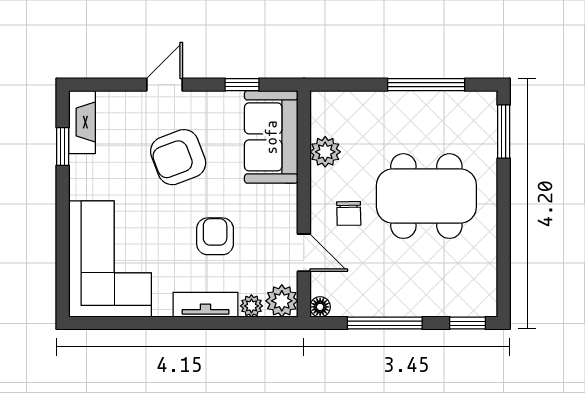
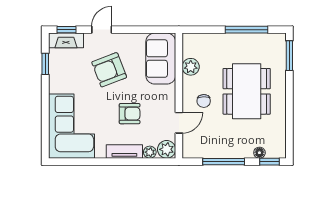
window: (242, 85) -> (67, 30), moved
fireplace: (82, 122) -> (66, 40), moved, turned 90
dining table: (426, 196) -> (247, 91), turned 90
armchair: (215, 236) -> (130, 114), turned 90
door: (304, 253) -> (179, 123), hinge flipped
floor lamp: (320, 307) -> (259, 153), moved

